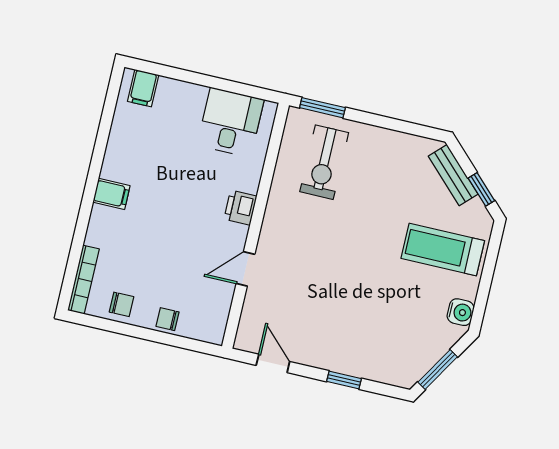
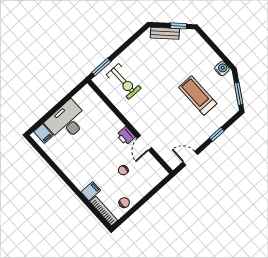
desk: (231, 122) -> (67, 121), moved, width x1.37
filing cabinet: (111, 194) -> (91, 191), moved
printer: (240, 208) -> (126, 136), moved
treadmill: (443, 250) -> (198, 95), moved, turned 90
chair: (167, 319) -> (123, 170), moved

